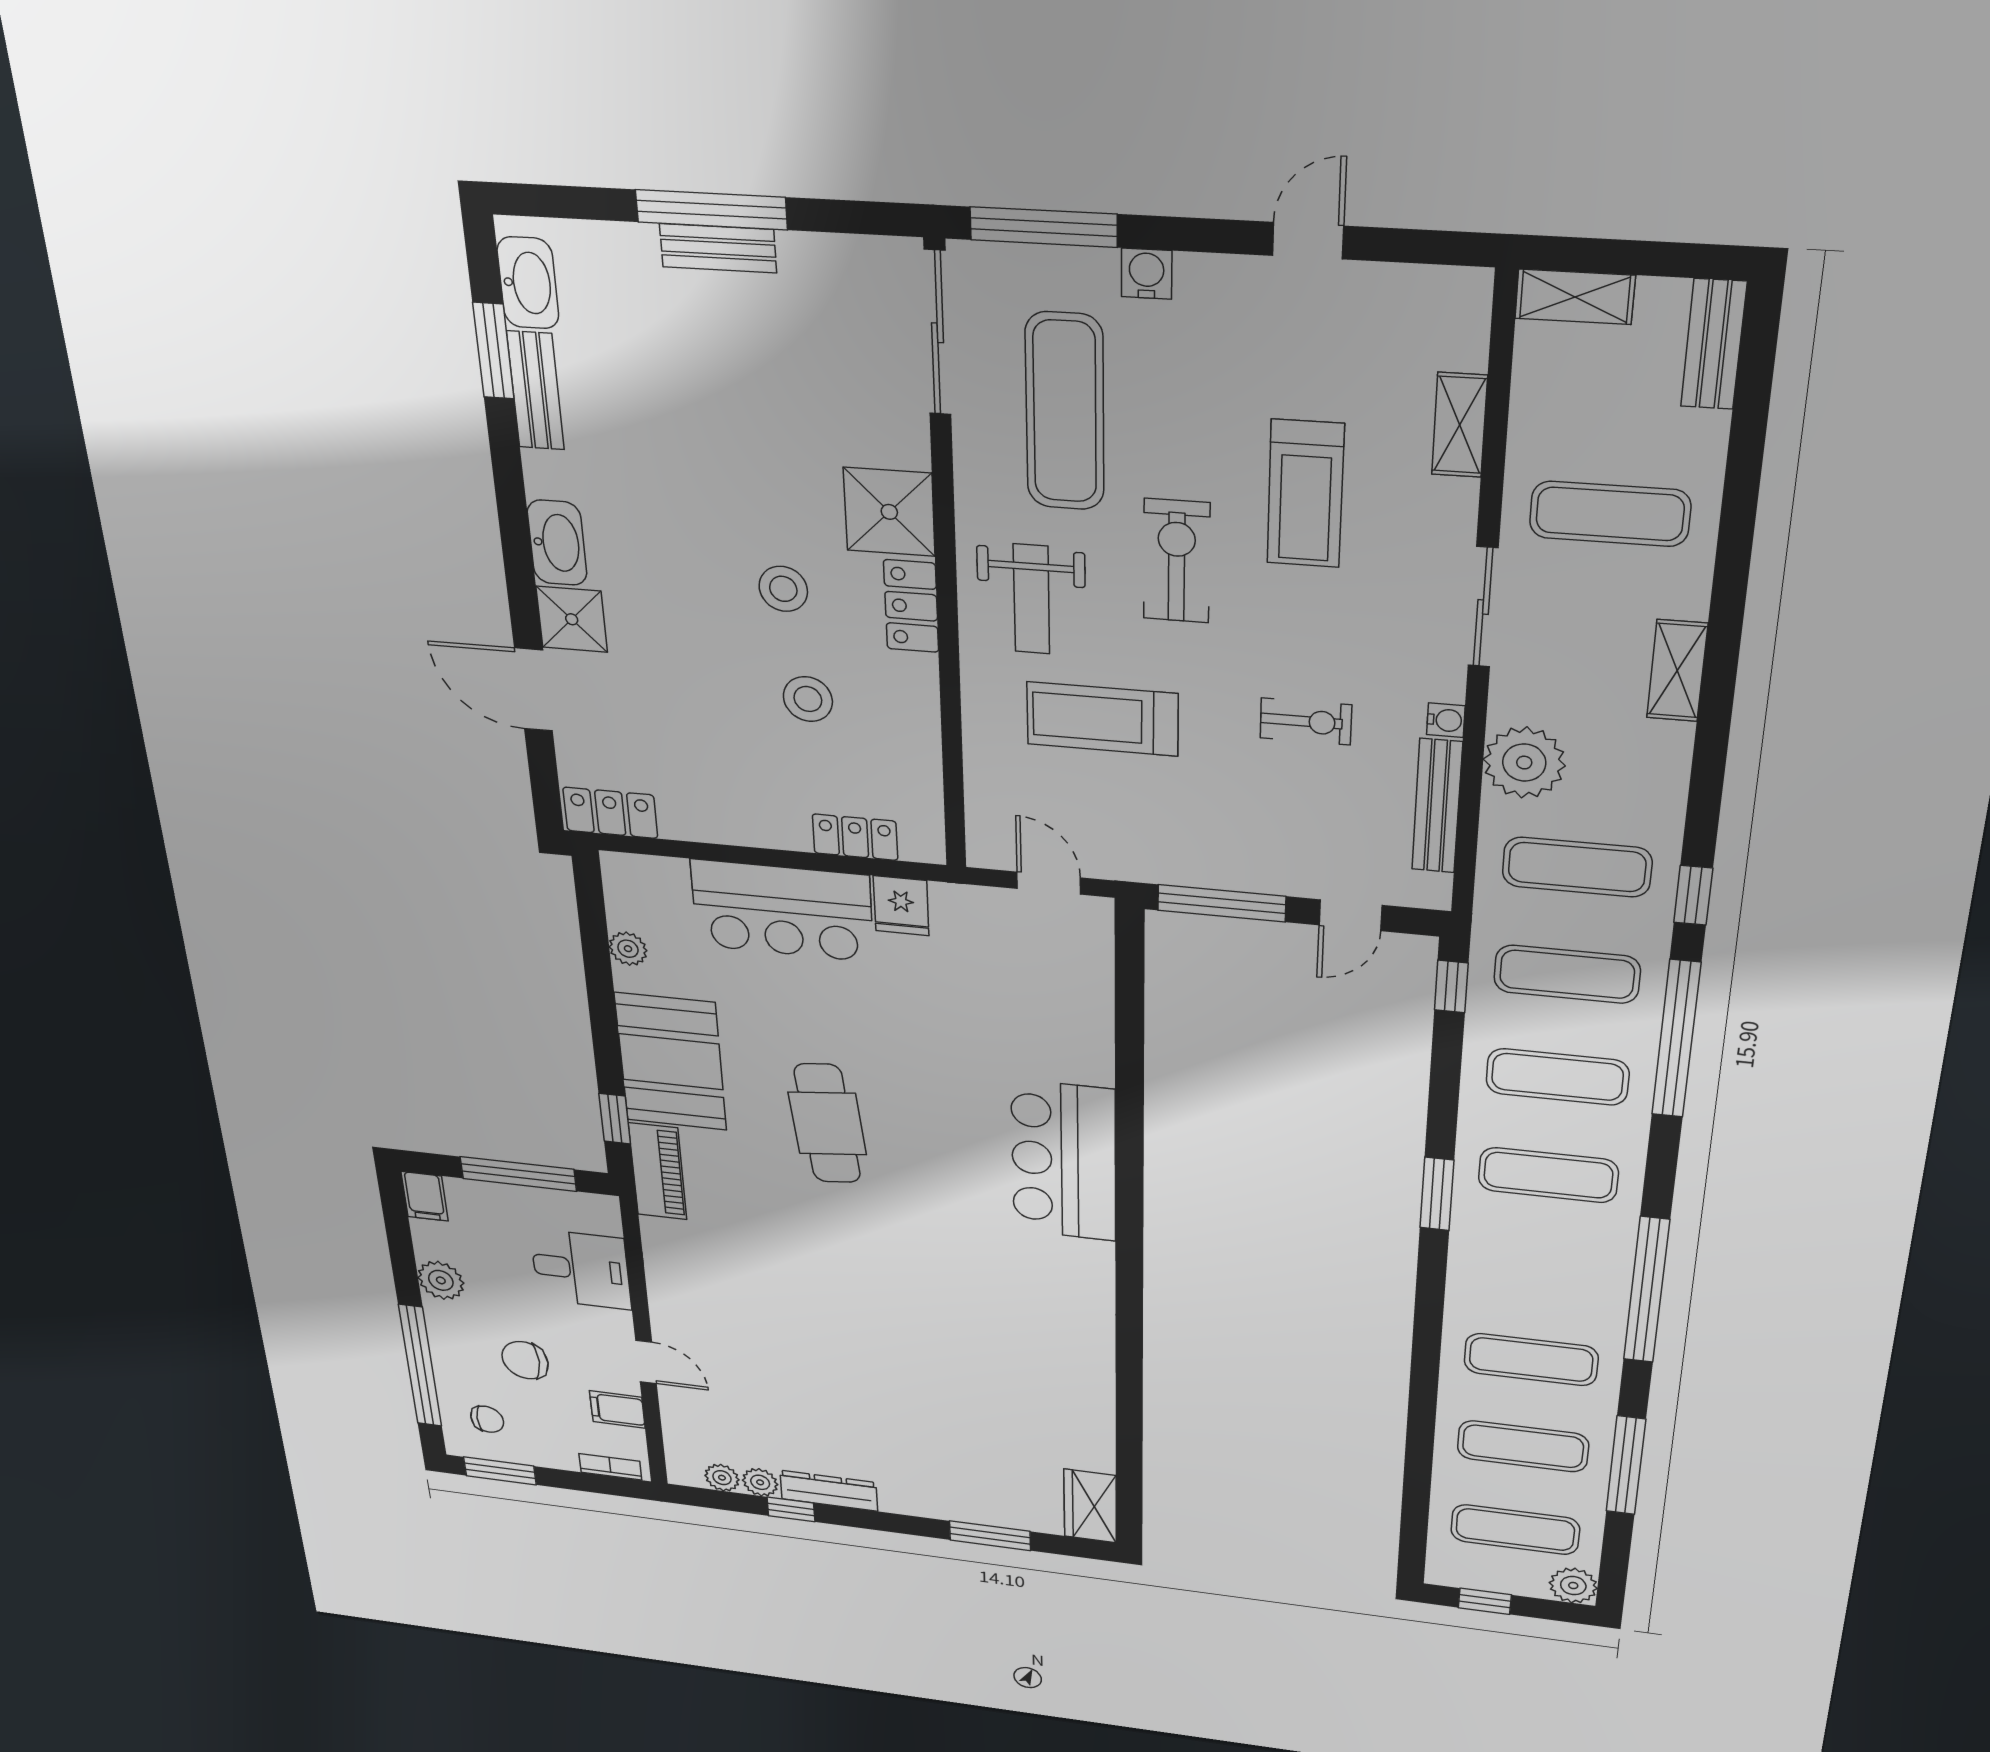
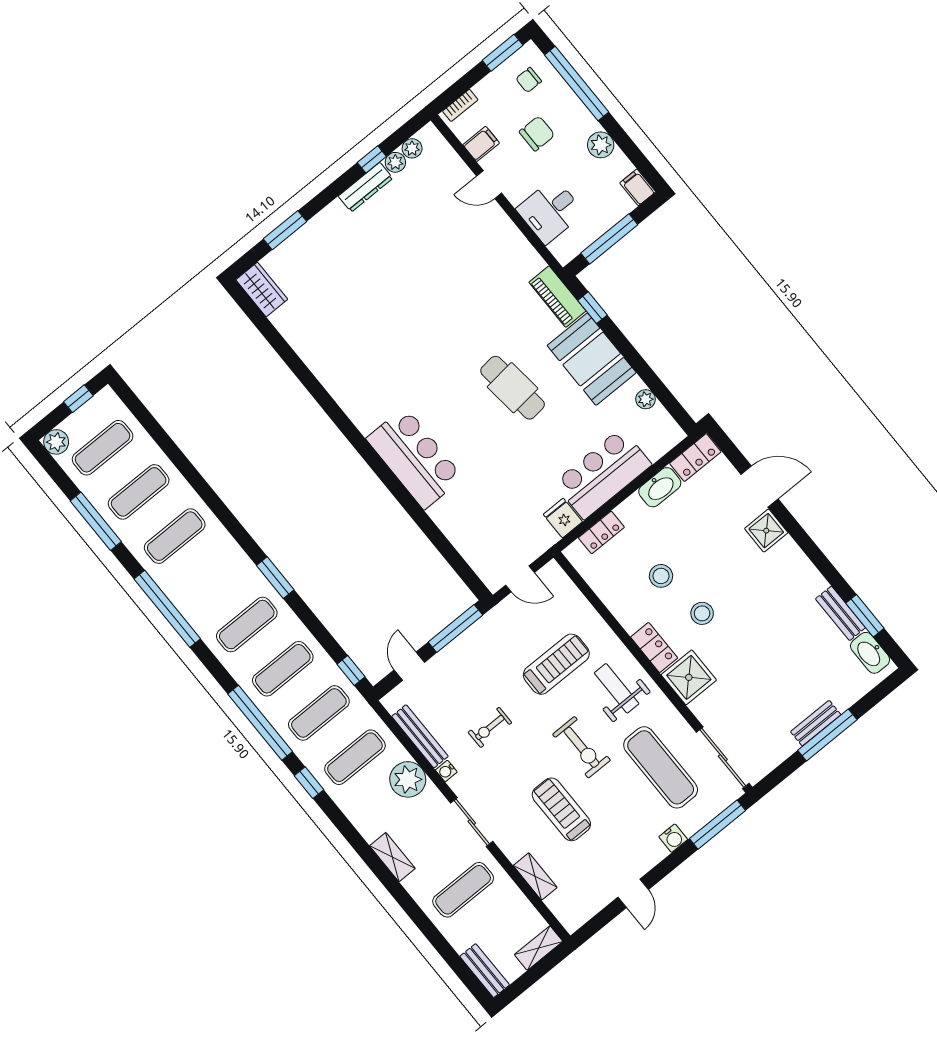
washbasin: (557, 543) -> (660, 487), moved, turned -90

